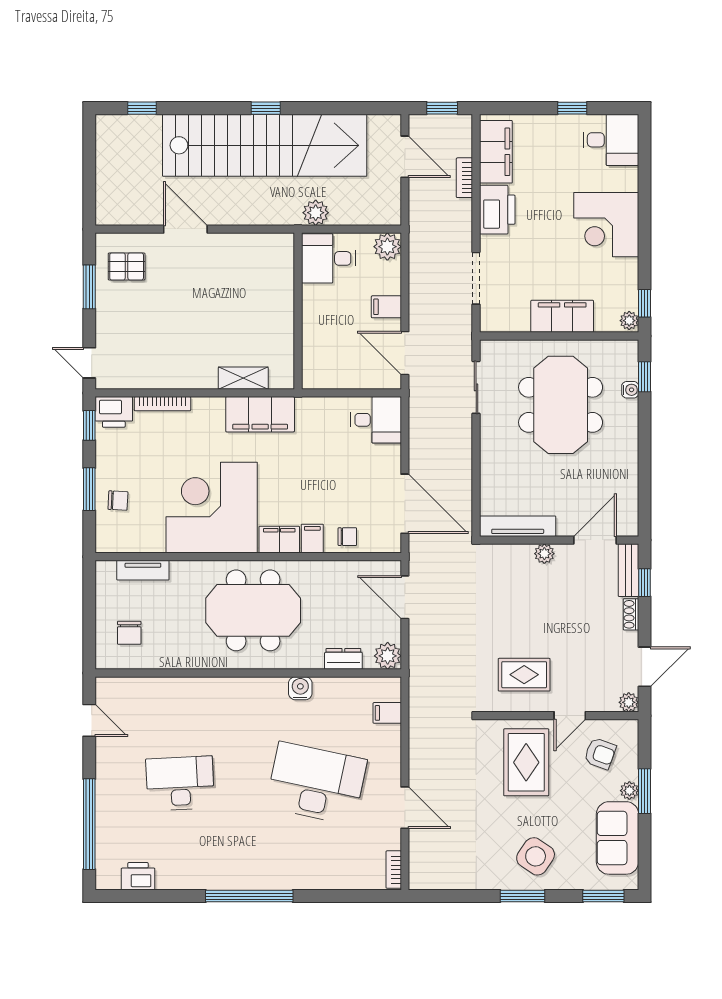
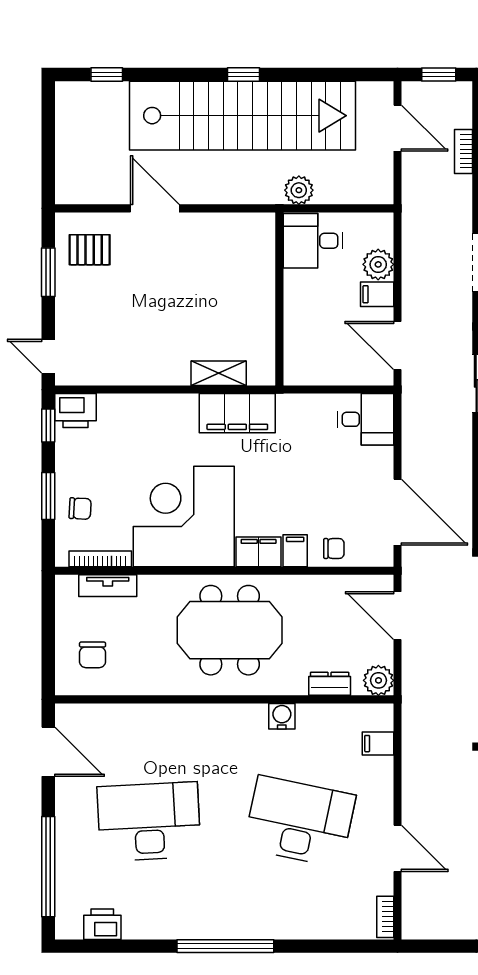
plant: (387, 247) -> (378, 264), moved
bookcase: (162, 404) -> (100, 559), moved, turned 180
door: (89, 720) -> (48, 752), width x1.38
desk: (180, 783) -> (149, 821), width x1.36, depth x1.30

